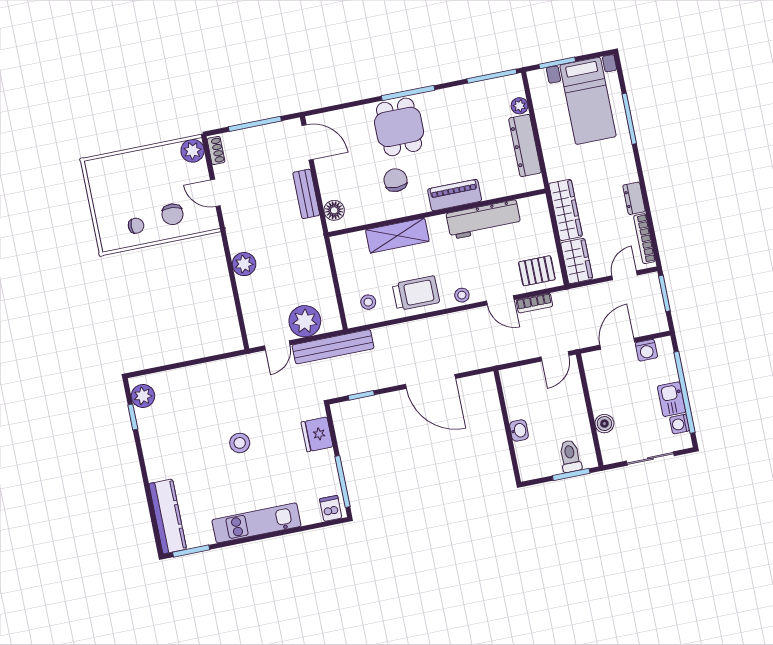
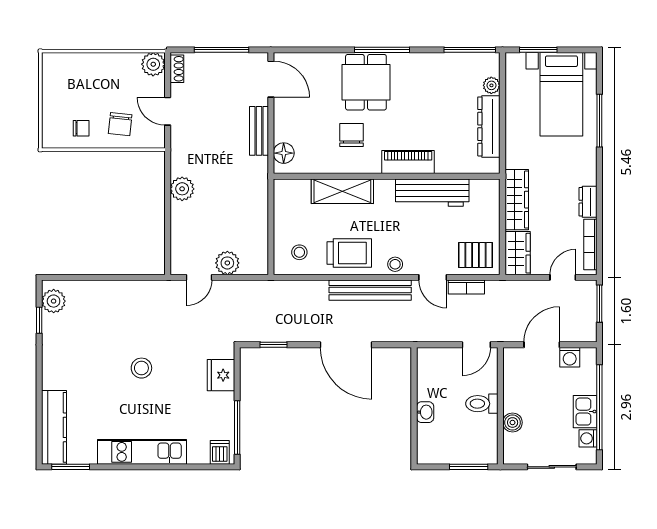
plant: (305, 321) -> (227, 263), width x0.73, depth x0.73
bench: (333, 347) -> (370, 290), moved
toilet: (570, 456) -> (482, 404), moved, turned -90

